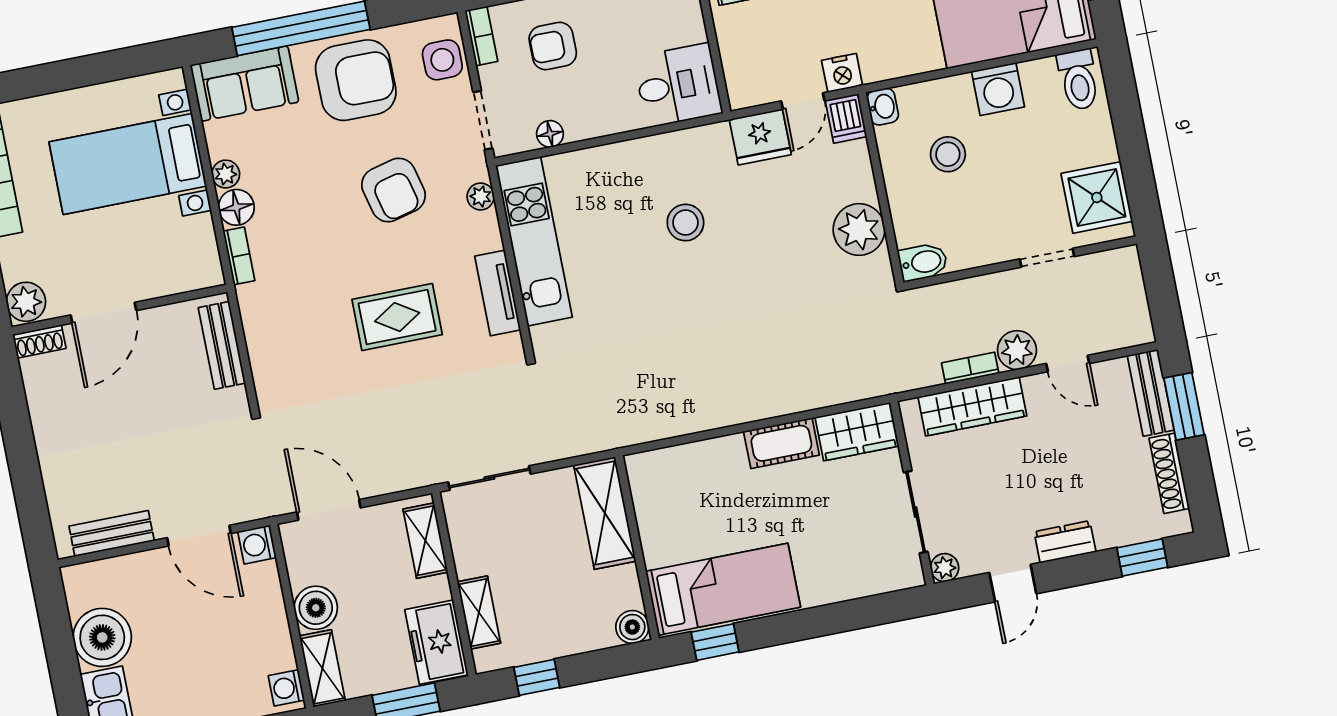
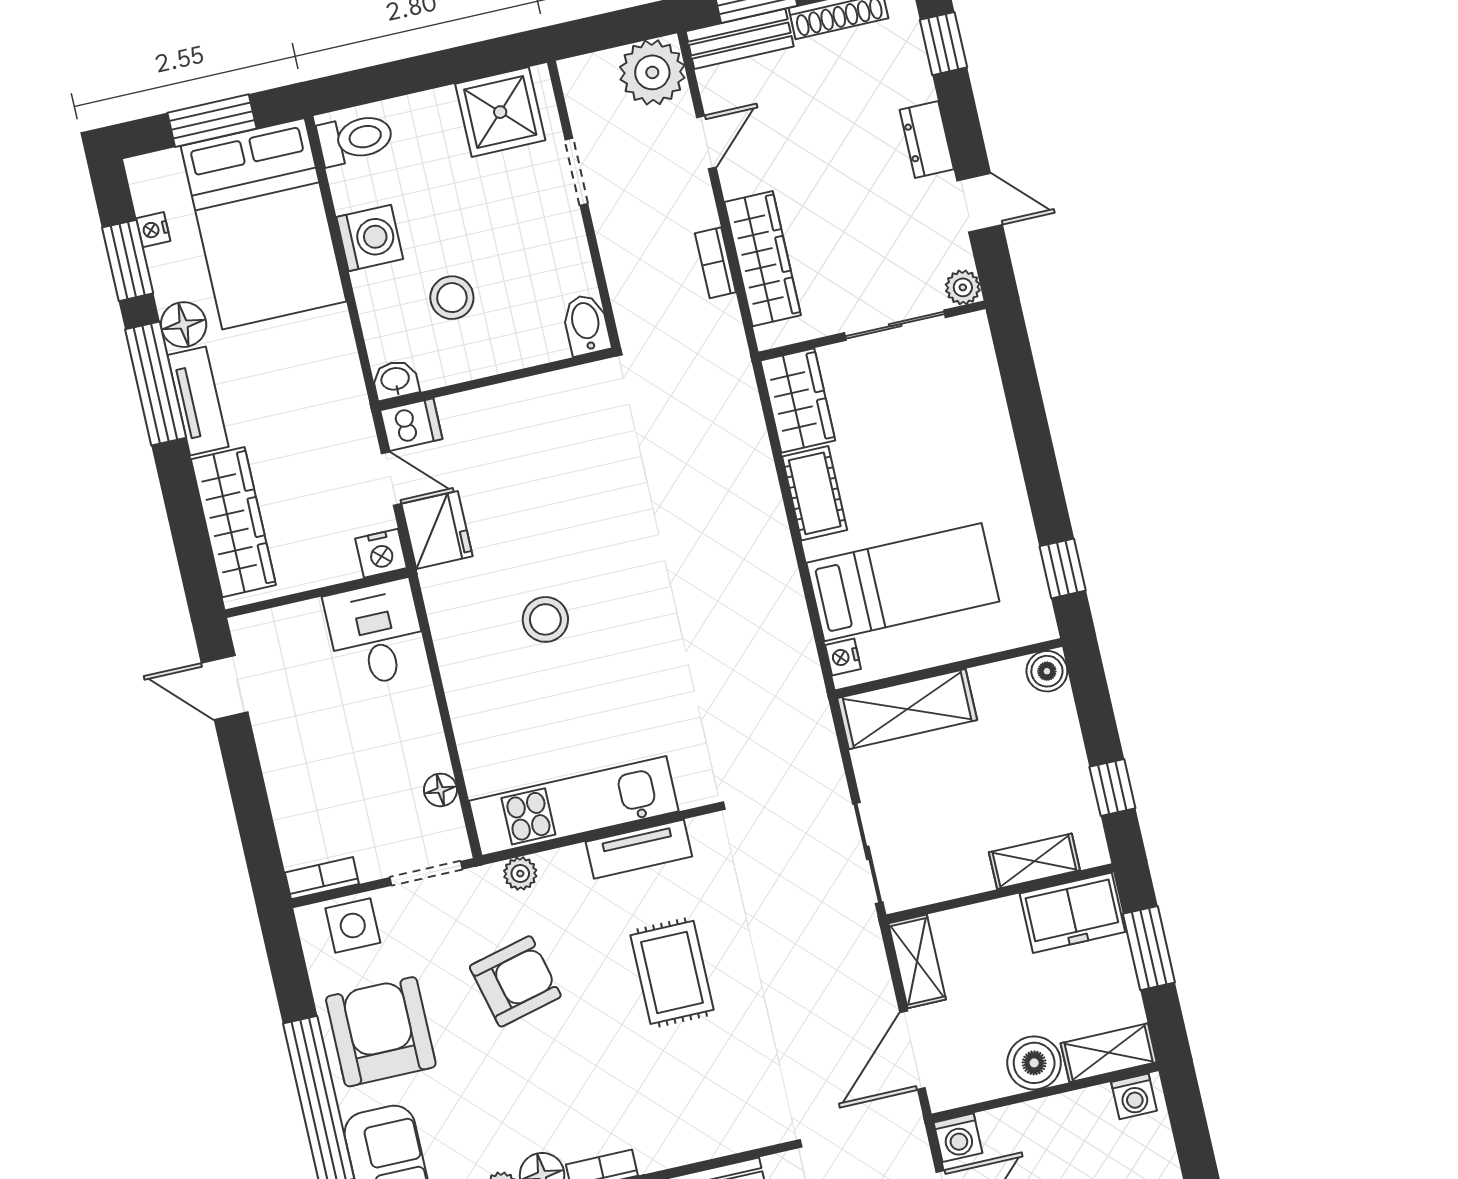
armchair: (553, 46) -> (332, 790), removed
nightstand: (842, 73) -> (381, 553), moved, turned 90
plant: (859, 230) -> (548, 405), removed
plant: (1017, 350) -> (652, 72), moved, width x1.36, depth x1.36
nightstand: (648, 462) -> (843, 657), added
shelving: (425, 541) -> (917, 961), moved, turned 90
bed: (723, 589) -> (903, 582), moved, turned 90

